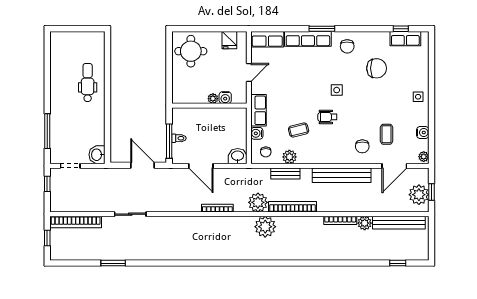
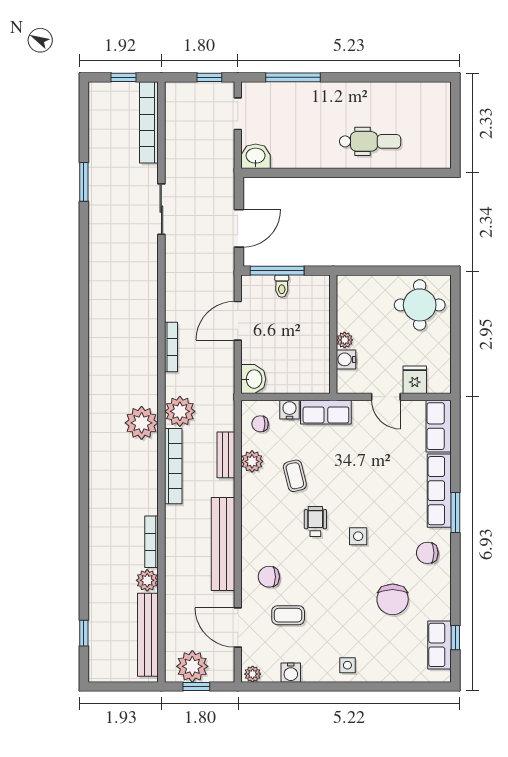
fridge: (229, 40) -> (415, 380), moved, turned 90

